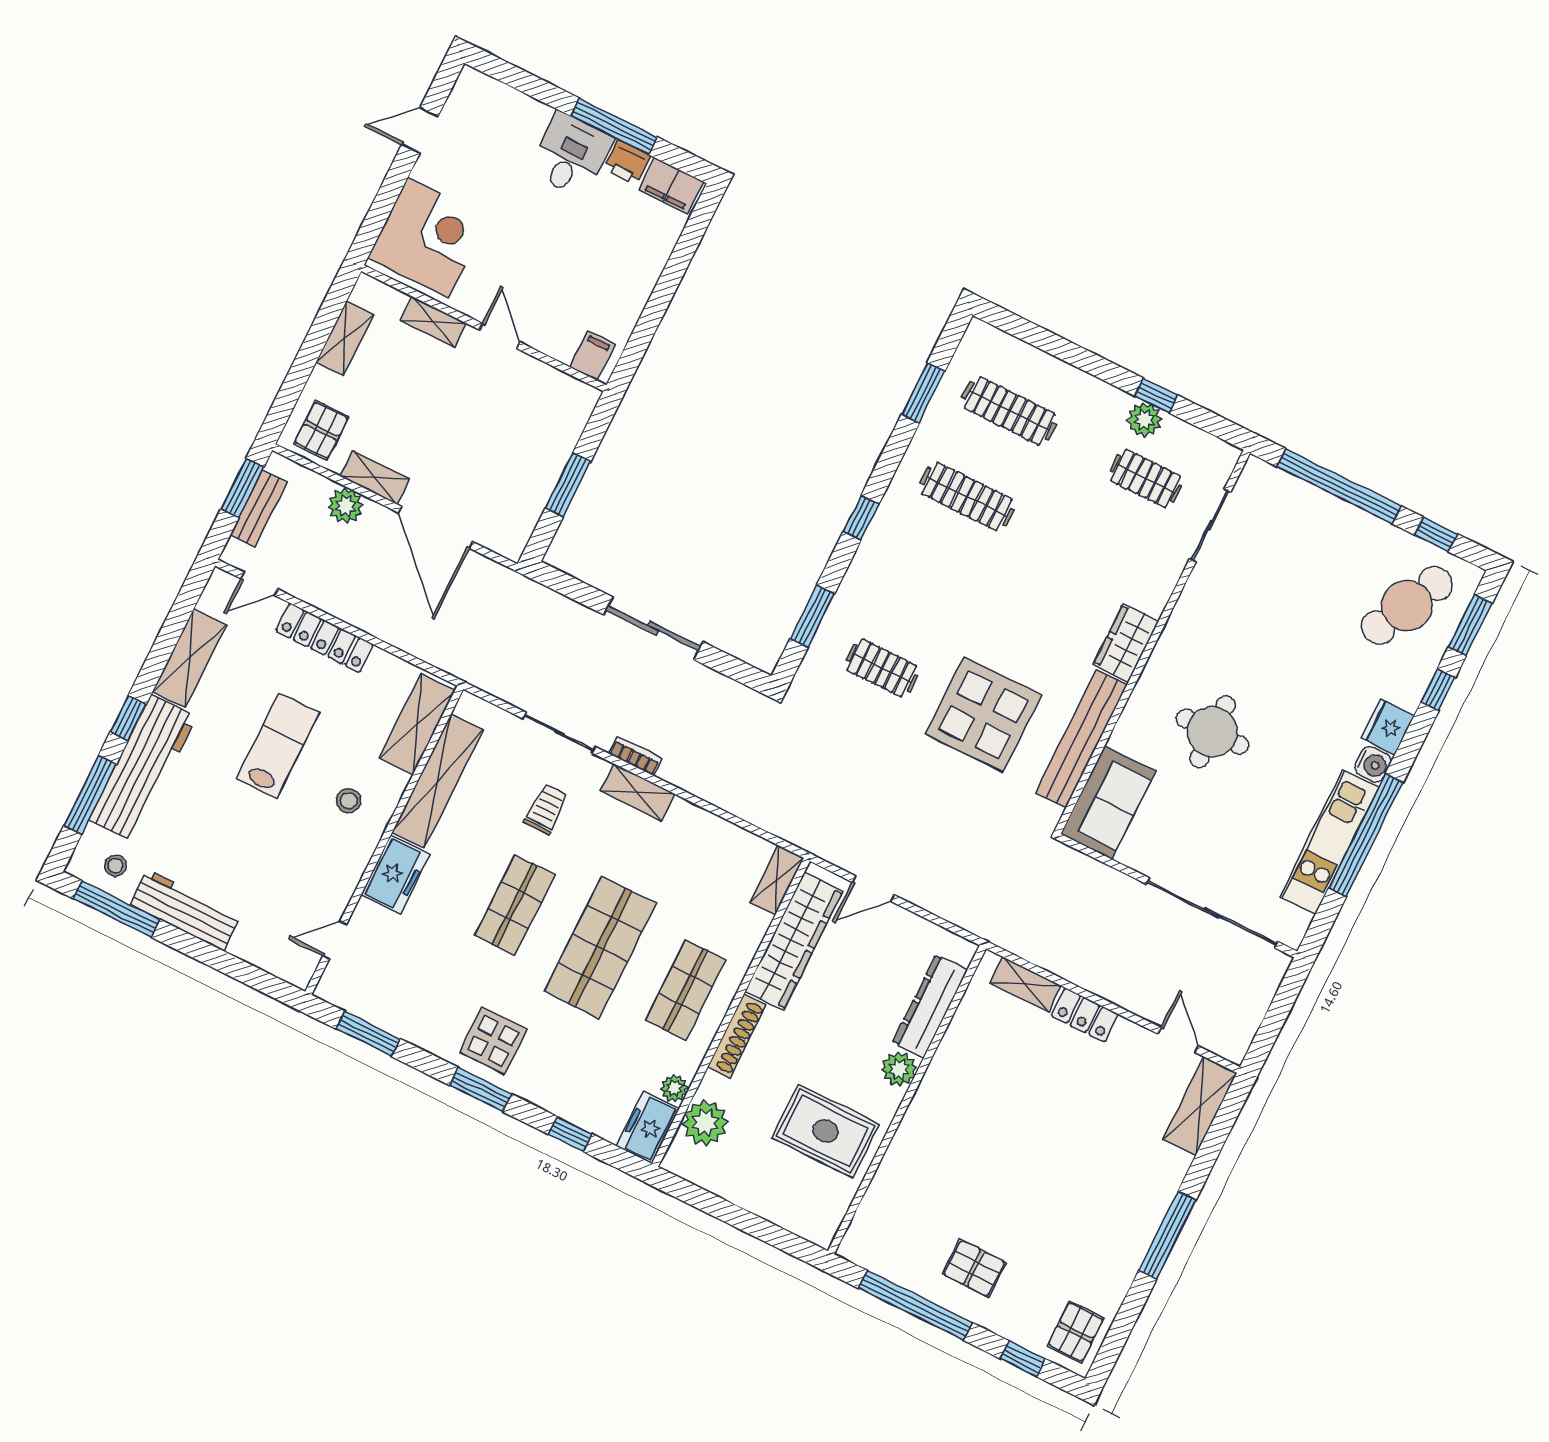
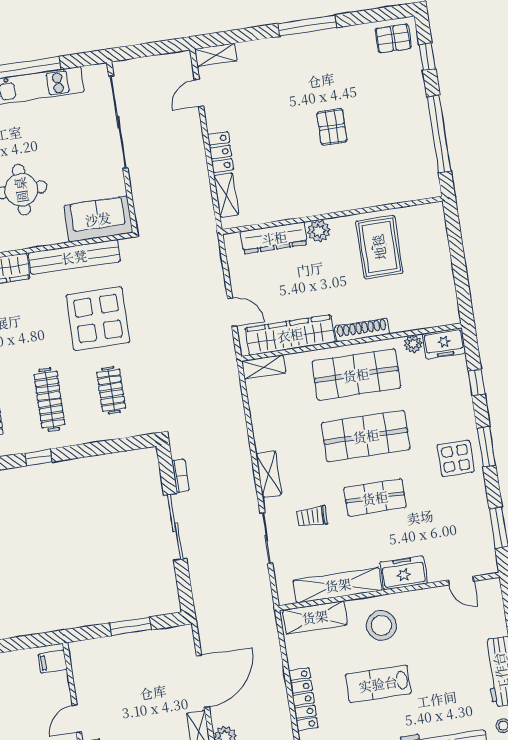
clothes rail: (924, 582) -> (49, 400), added
window: (812, 616) -> (109, 447), removed
bookcase: (635, 756) -> (180, 476), moved, turned 180
stool: (349, 801) -> (381, 625), width x1.89, depth x1.89
shop shelf: (686, 990) -> (356, 375), width x1.43, depth x1.36
shelving: (1200, 1106) -> (216, 55), width x0.67, depth x0.75
plant: (705, 1123) -> (420, 314), removed
pallet: (974, 1268) -> (332, 127), moved

